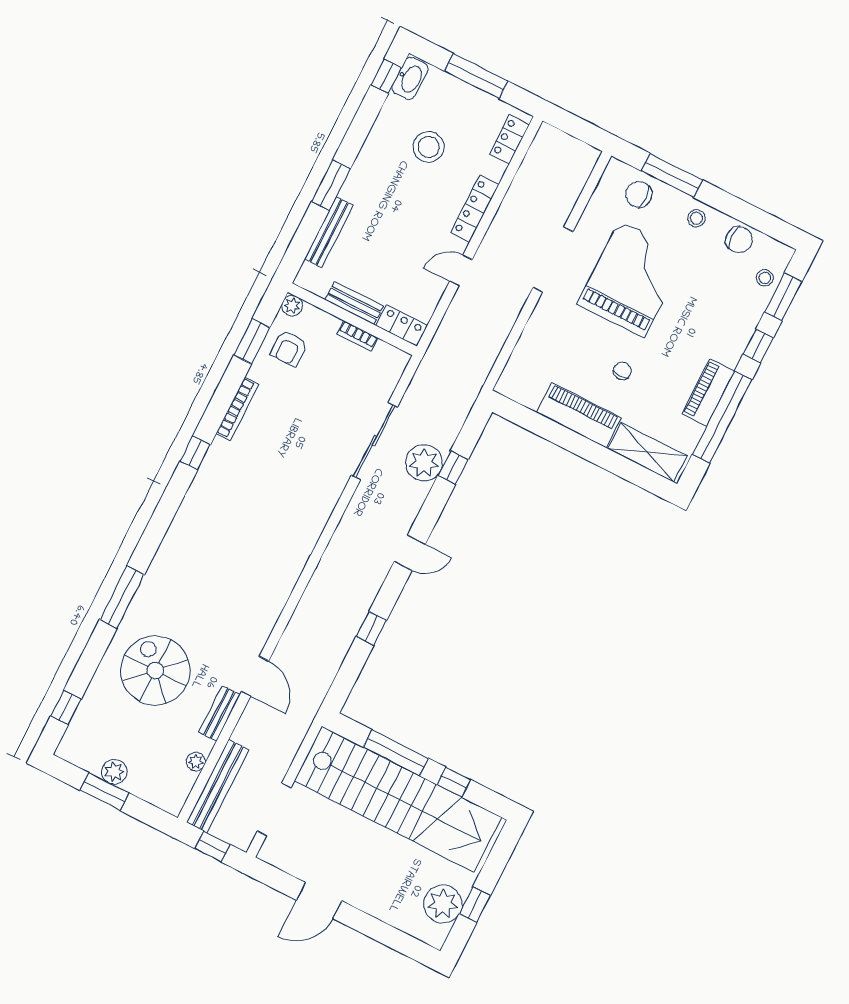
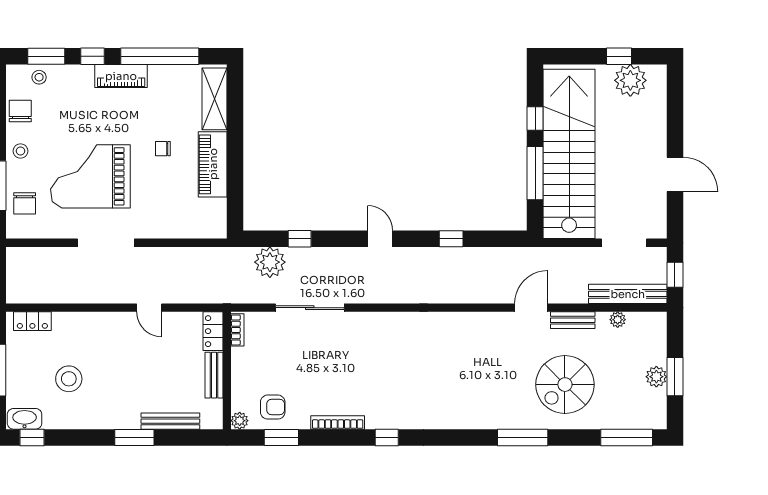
locker: (475, 209) -> (97, 321), removed
bookcase: (357, 336) -> (237, 330), moved
piano: (708, 392) -> (121, 76), moved
plant: (424, 463) -> (270, 262), moved
window: (66, 708) -> (627, 437), width x2.17

